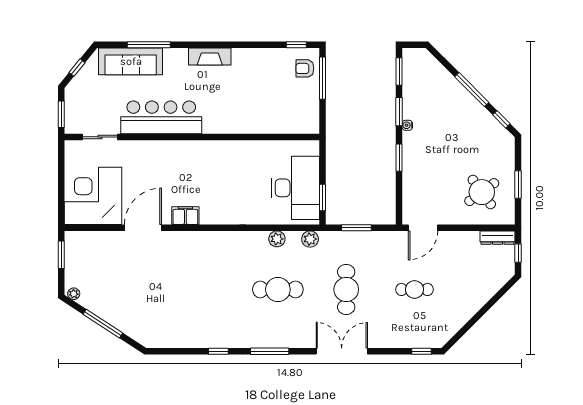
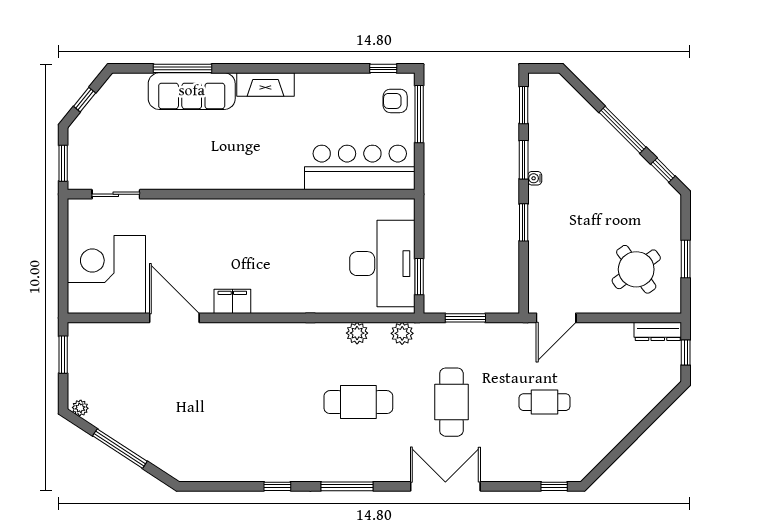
sofa: (131, 61) -> (192, 91), moved
bar counter: (161, 117) -> (360, 167), moved
door: (143, 228) -> (174, 318), hinge flipped

